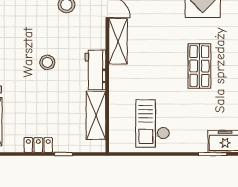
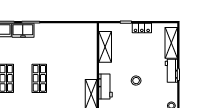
workbench: (95, 70) -> (105, 87), moved
checkout: (153, 124) -> (69, 42), removed

